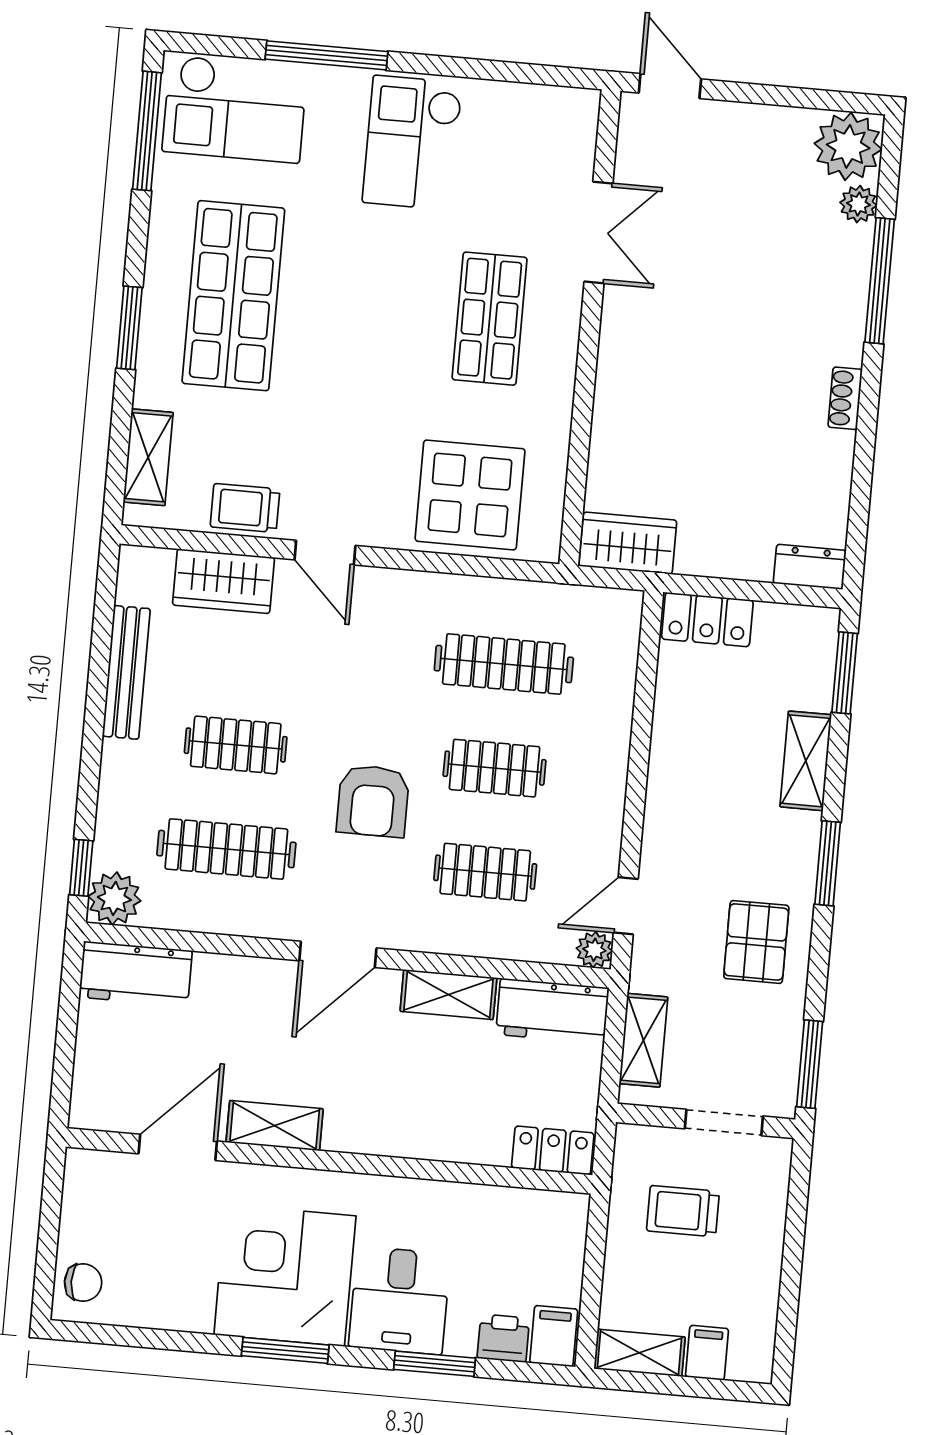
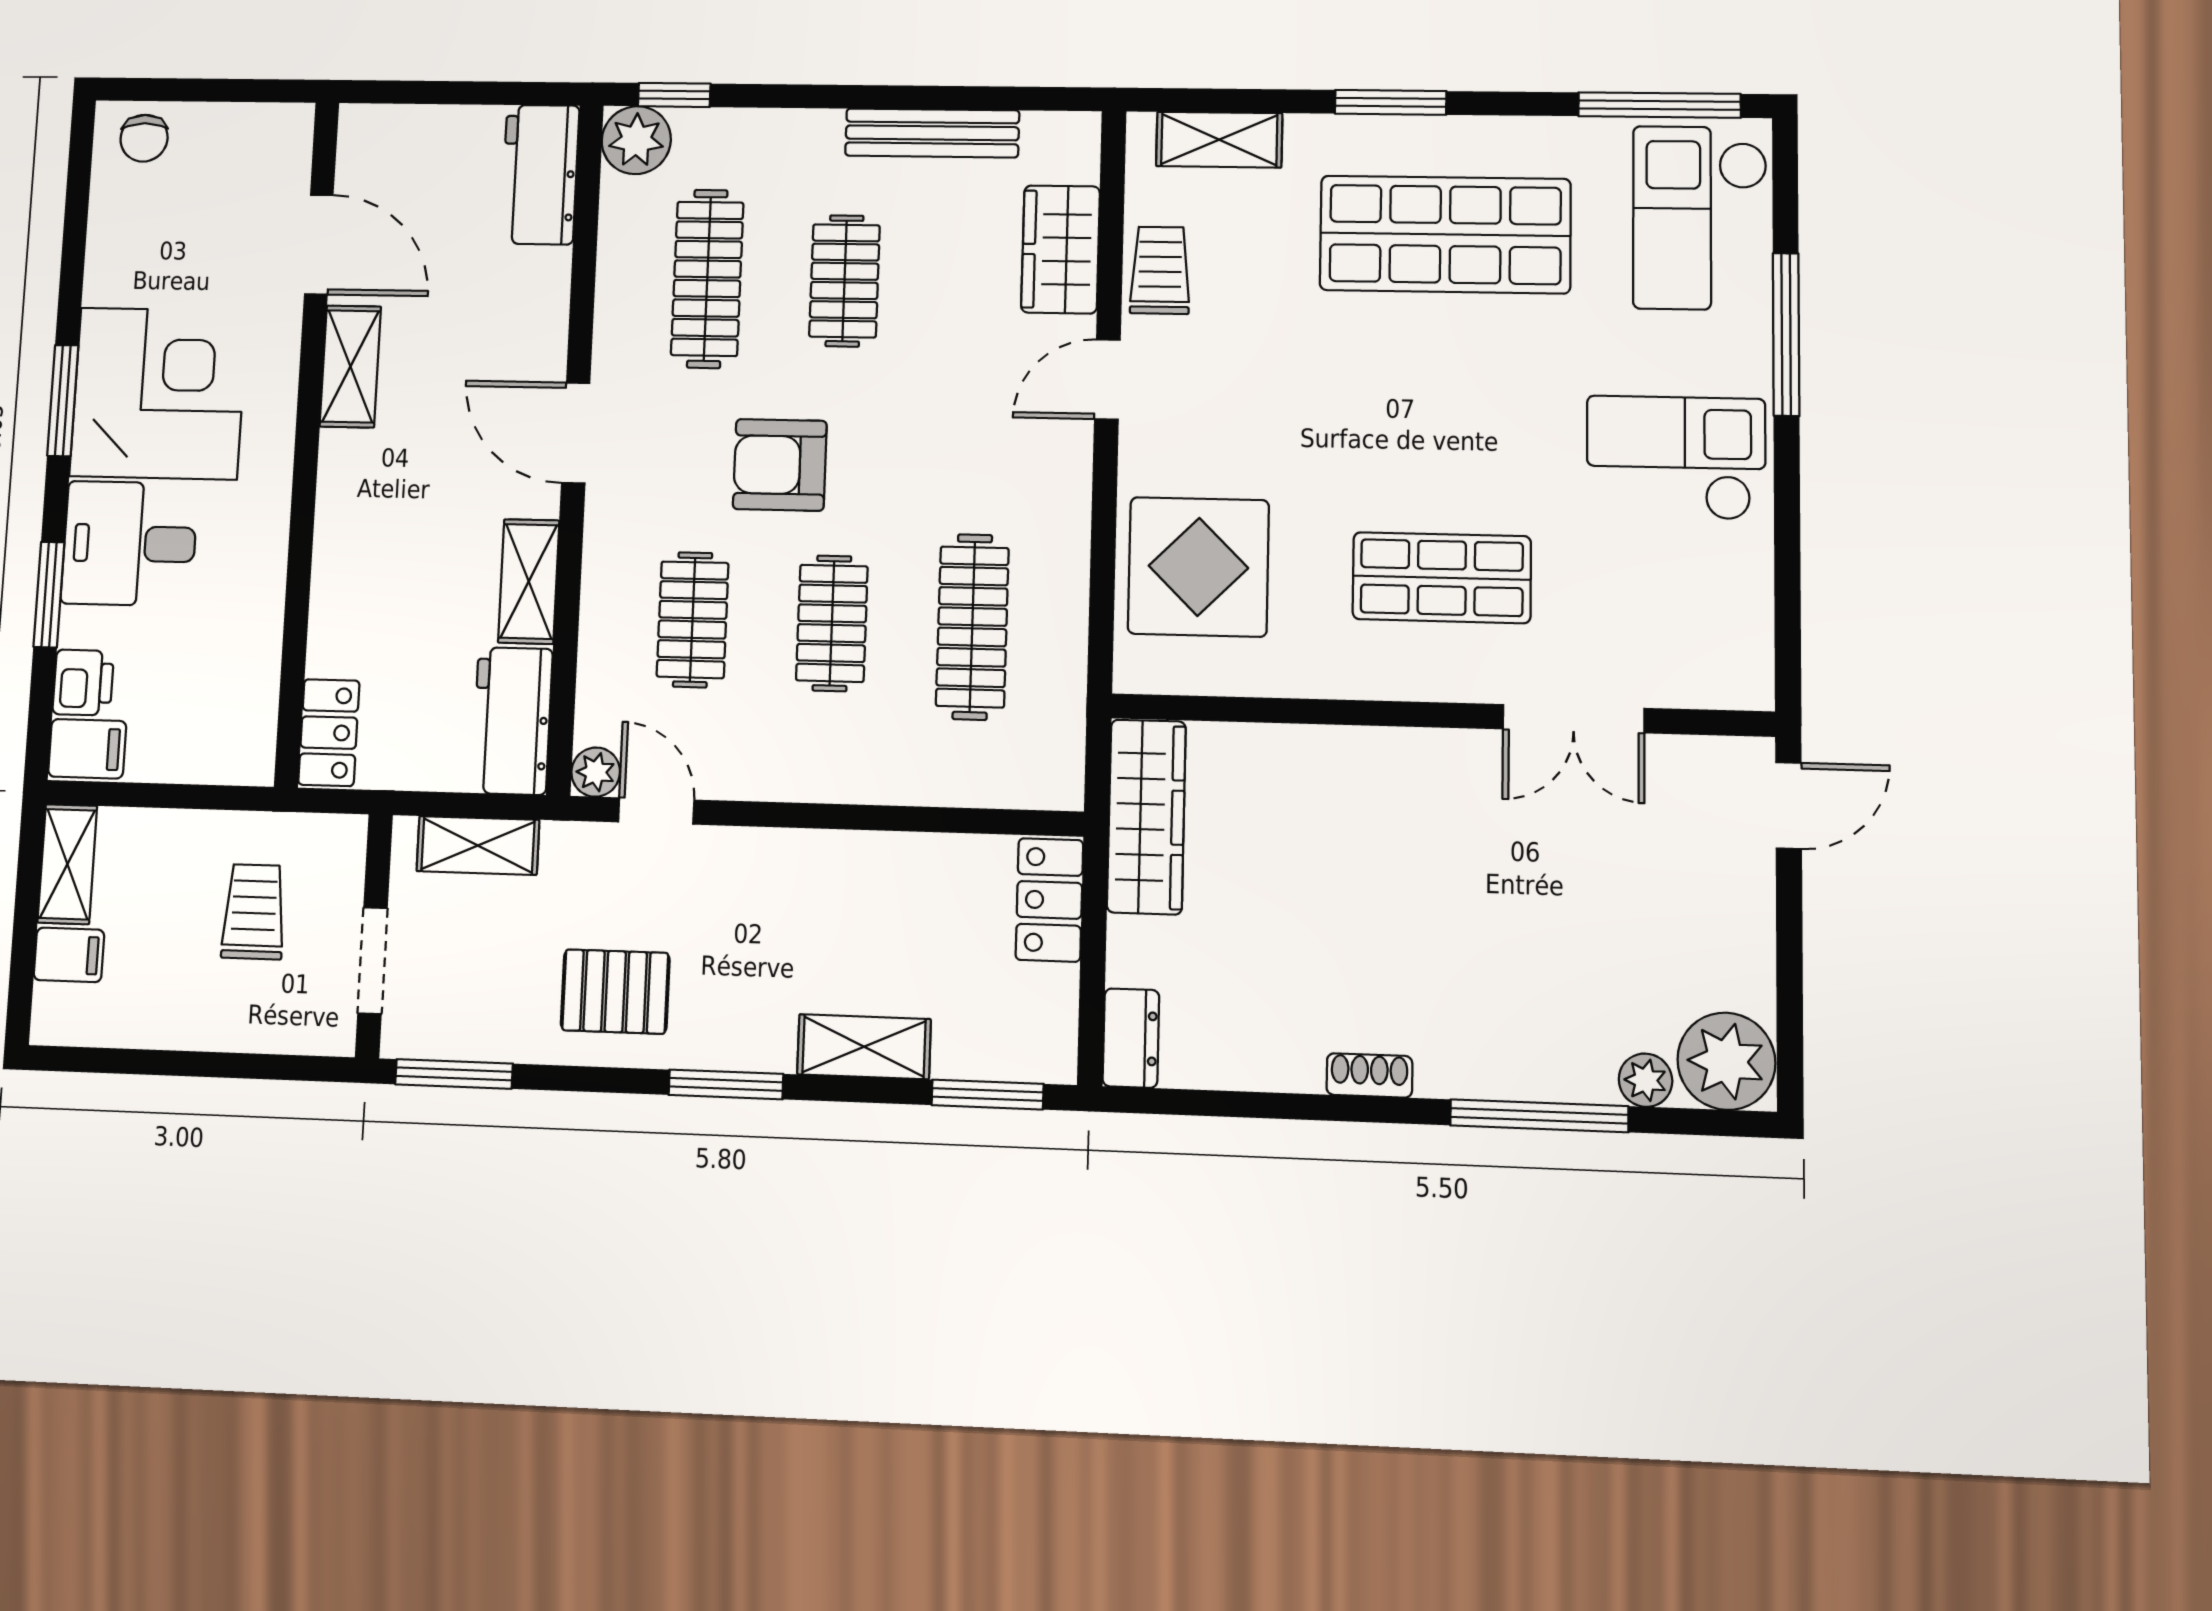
wardrobe: (628, 543) -> (1146, 817), width x1.50

